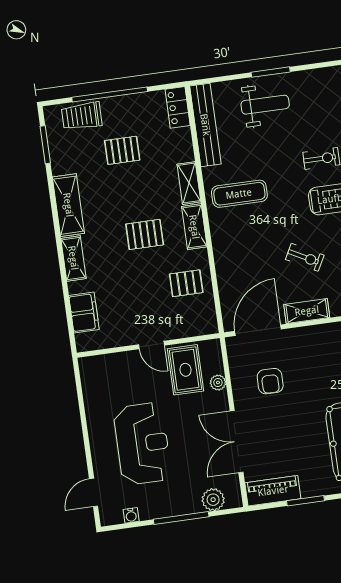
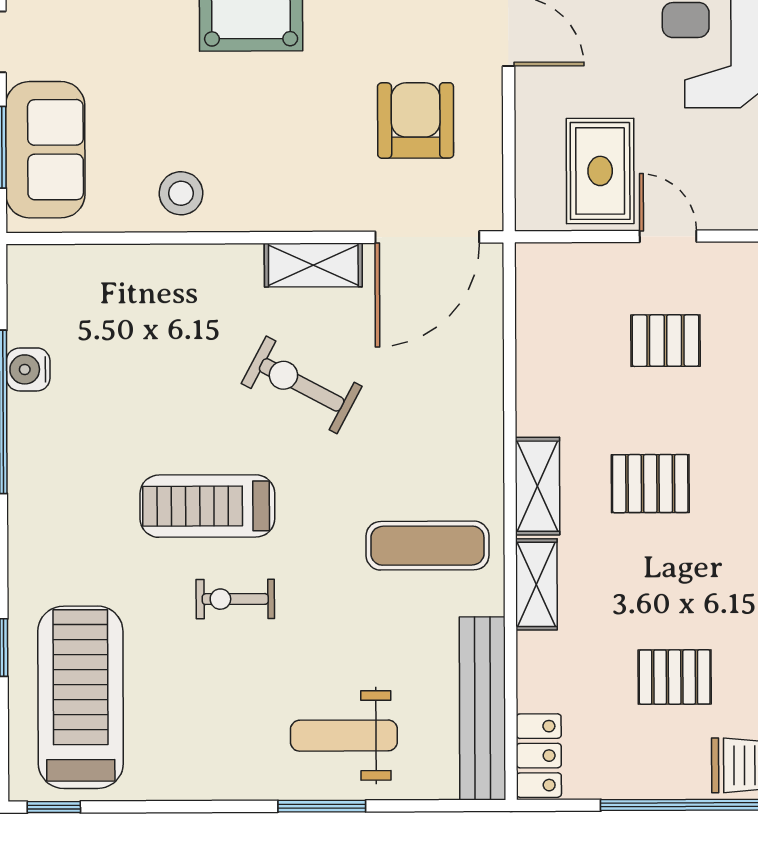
exercise bike: (305, 257) -> (302, 385), width x1.38, depth x1.39
pallet: (186, 283) -> (666, 341), moved
armchair: (270, 381) -> (416, 120), width x1.38, depth x1.38
plant: (218, 383) -> (532, 133), removed

